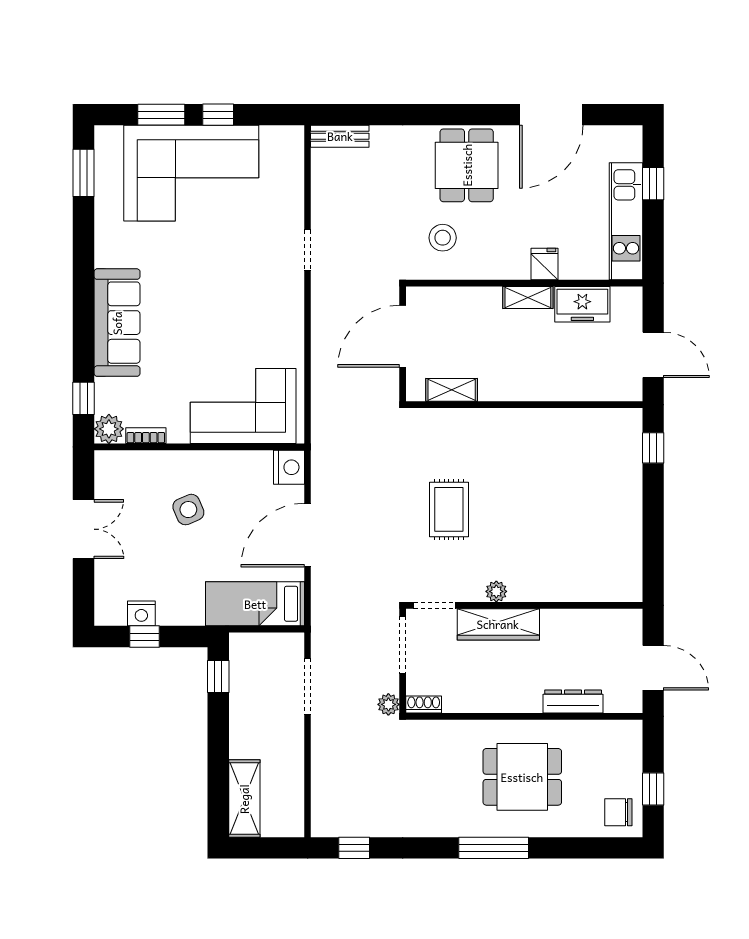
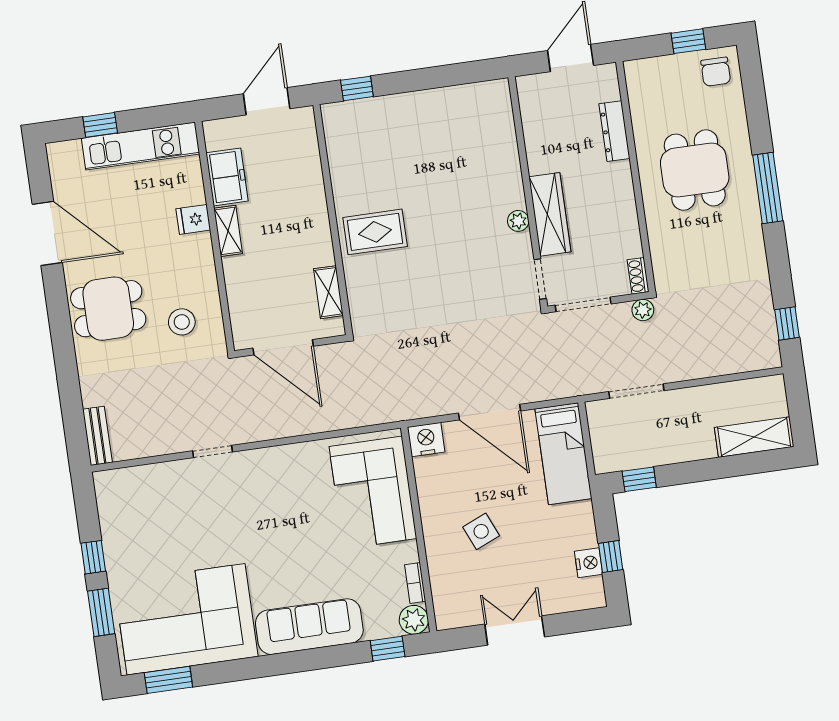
corner sofa: (191, 173) -> (186, 619), moved, turned -90
rug: (449, 509) -> (375, 232), moved

